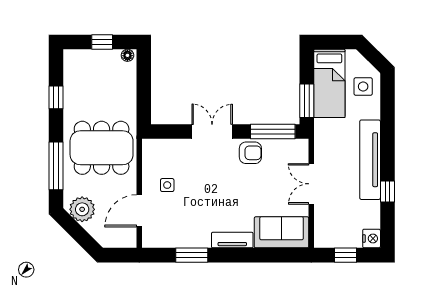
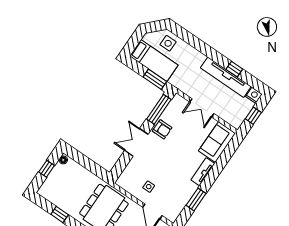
armchair: (250, 153) -> (162, 129), turned 90
tv unit: (370, 160) -> (226, 77), moved

